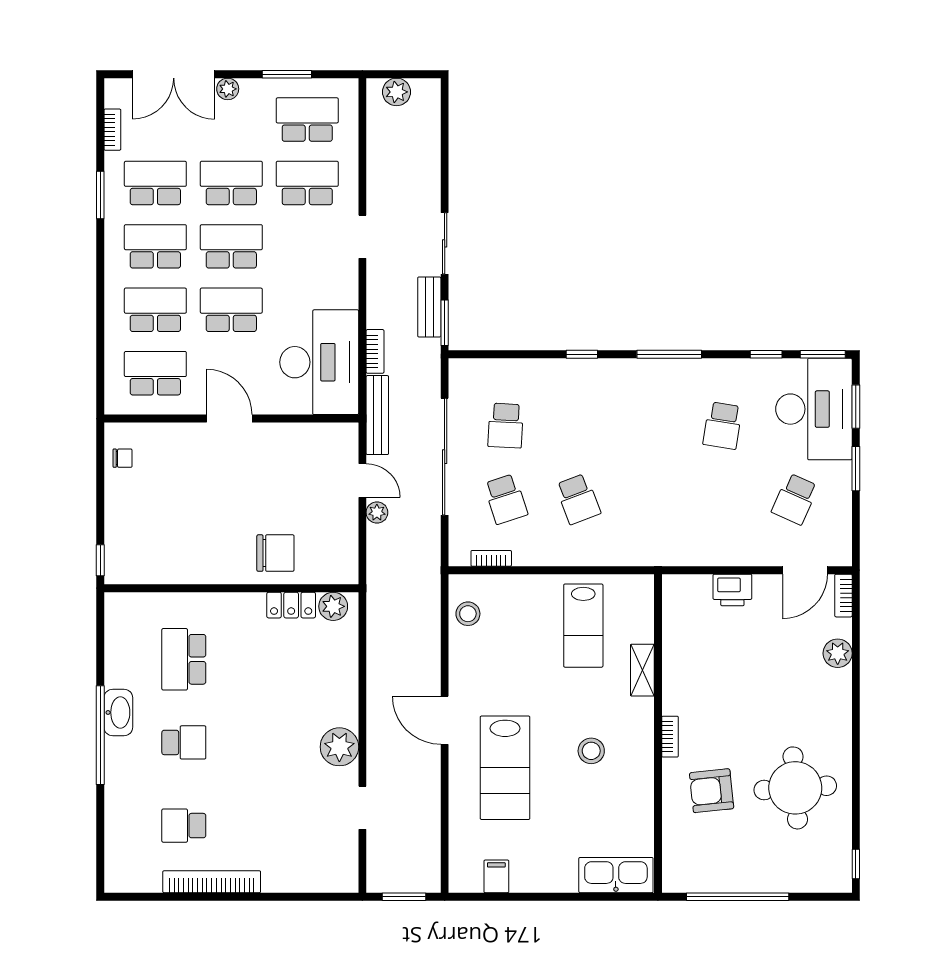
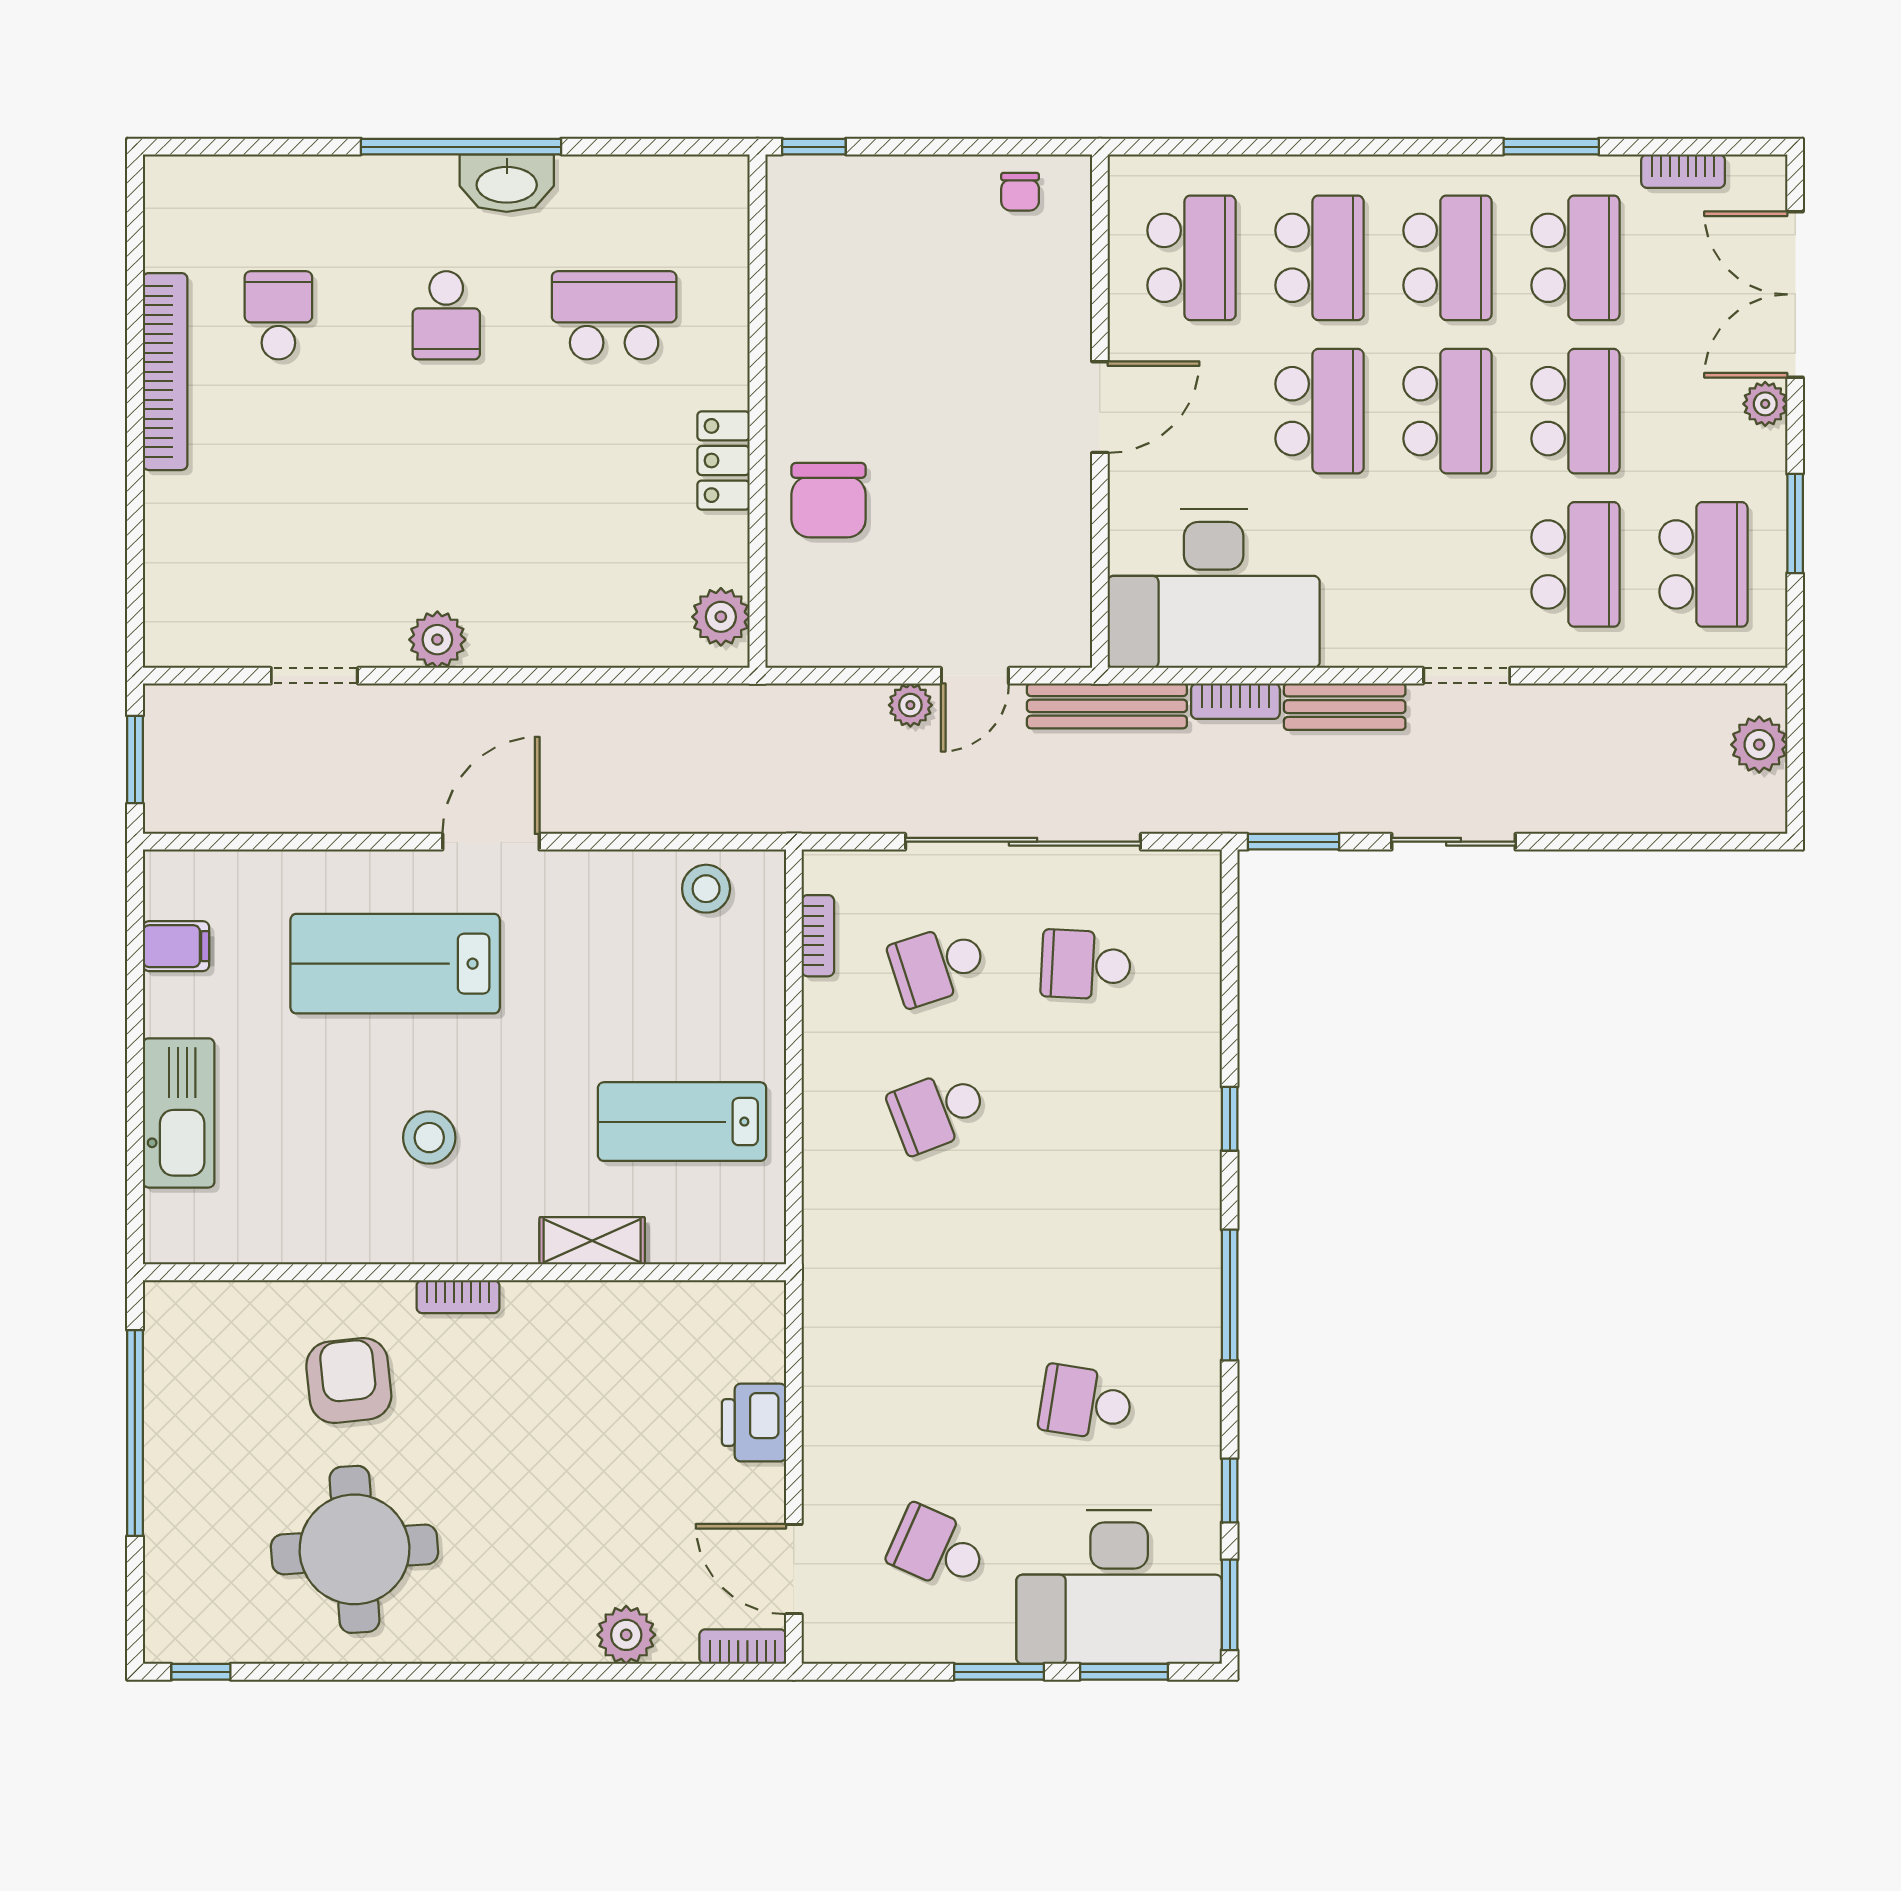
bench: (429, 307) -> (1345, 707), moved
locker: (291, 605) -> (724, 461), moved
plant: (339, 747) -> (437, 640), width x0.73, depth x0.73
kitchen sink: (616, 875) -> (179, 1113), moved

